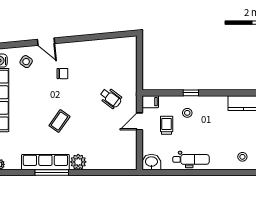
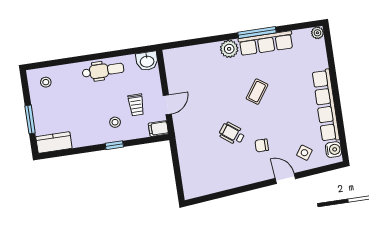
wheelchair: (111, 98) -> (232, 134), moved
dental chair: (191, 159) -> (103, 71), turned 180

